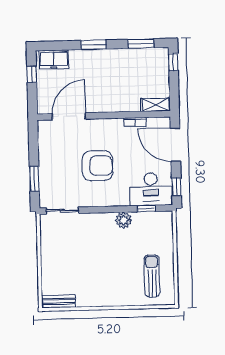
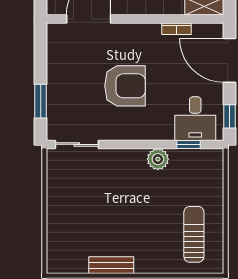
desk: (151, 189) -> (195, 119), width x0.73
bench: (58, 301) -> (111, 265), moved

